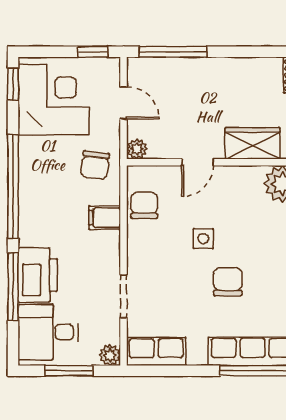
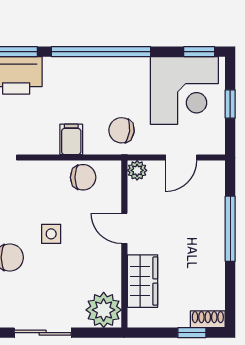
window: (93, 52) -> (230, 104), moved
window: (173, 52) -> (230, 229), moved

